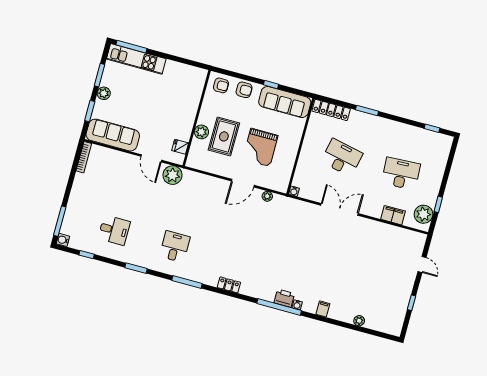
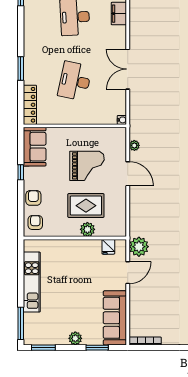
kitchen unit: (136, 59) -> (32, 282), moved
window: (99, 75) -> (43, 348), moved
sofa: (285, 102) -> (35, 147), width x0.73

